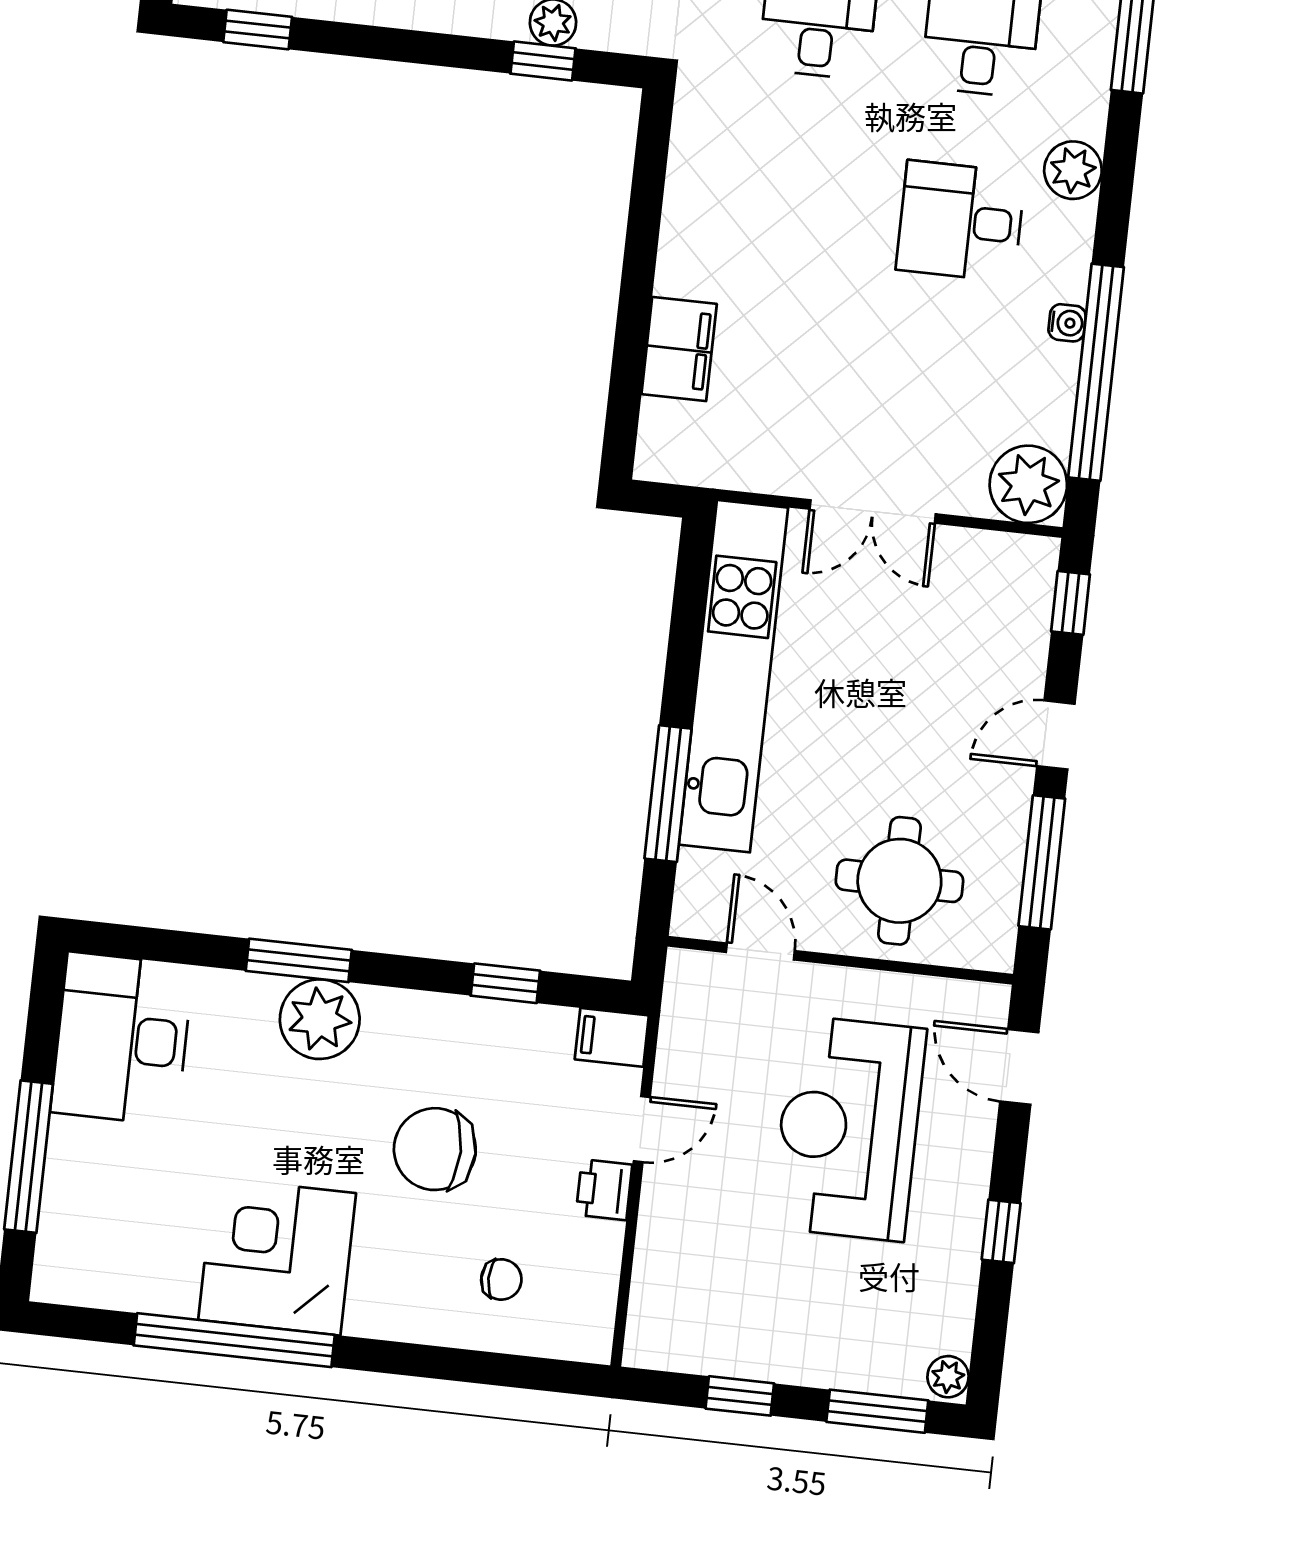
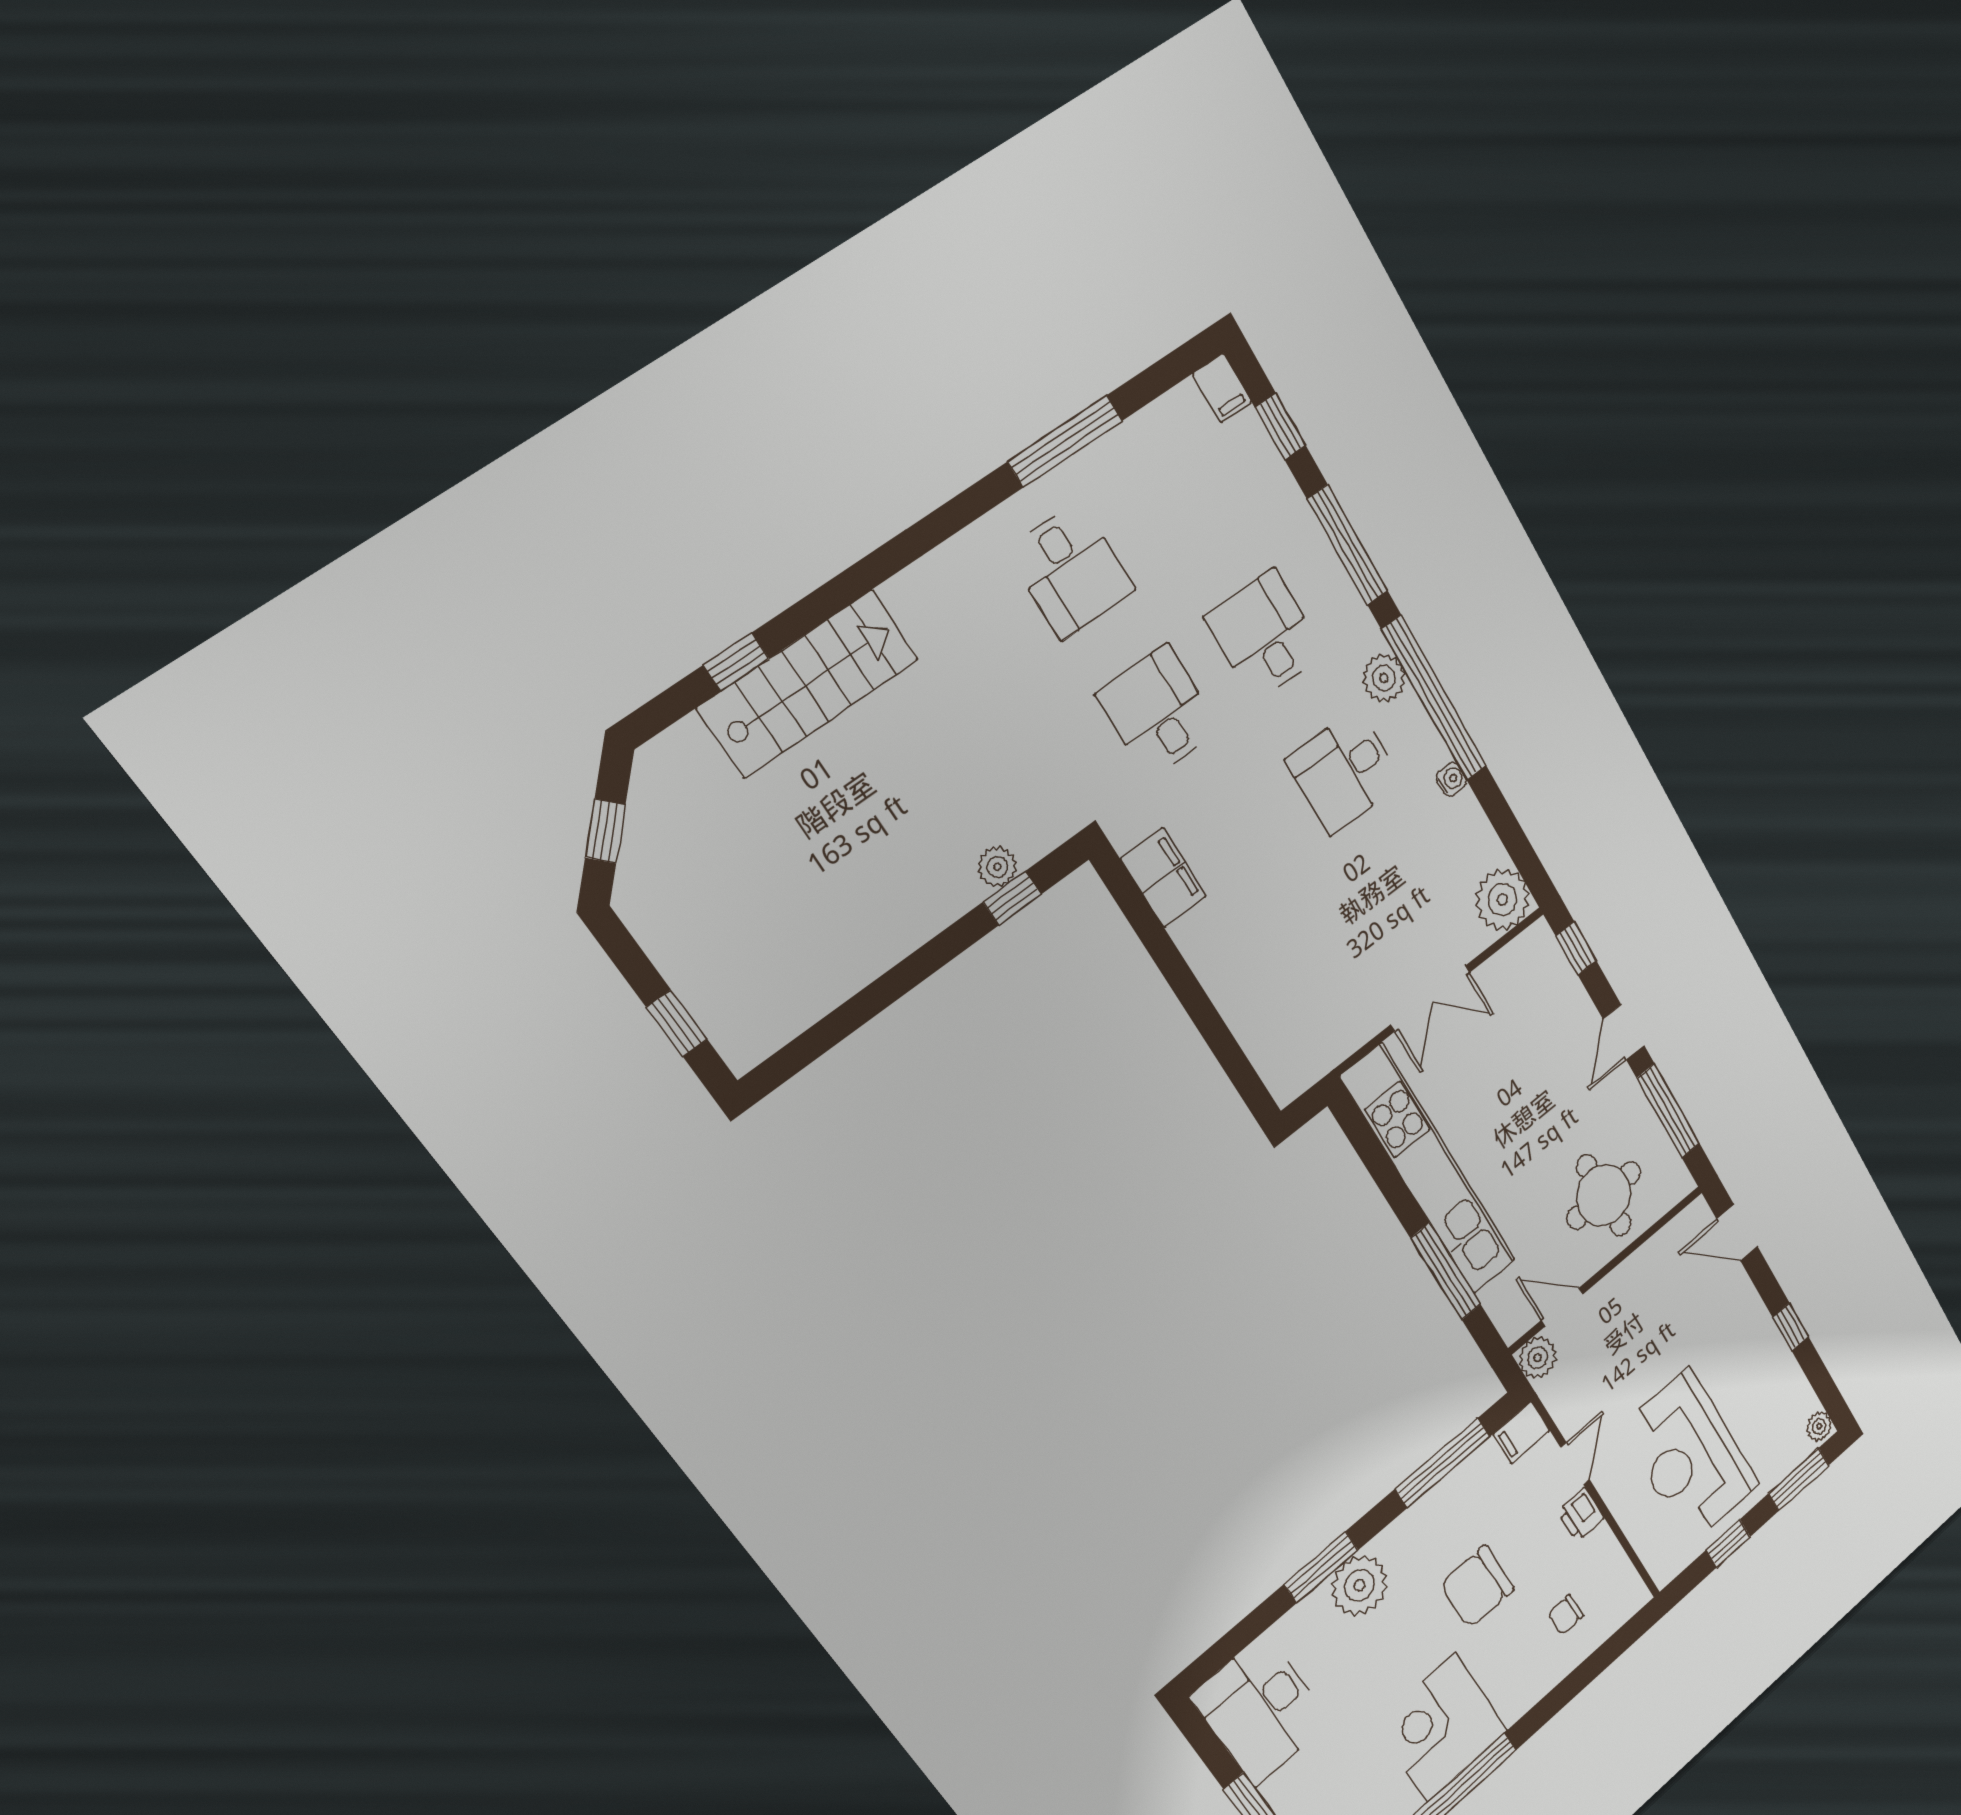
window: (258, 29) -> (810, 1046), removed
filing cabinet: (679, 349) -> (1163, 878), moved
window: (1096, 372) -> (1434, 698), moved
plant: (692, 977) -> (1538, 1358), added
window: (505, 983) -> (1443, 1463), width x2.17
reception desk: (848, 1128) -> (1690, 1457), moved
chair: (501, 1279) -> (1566, 1615), turned 180

